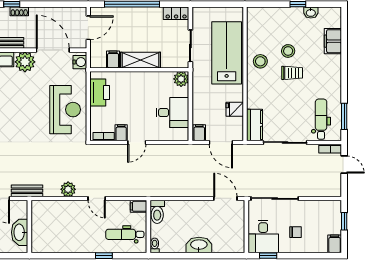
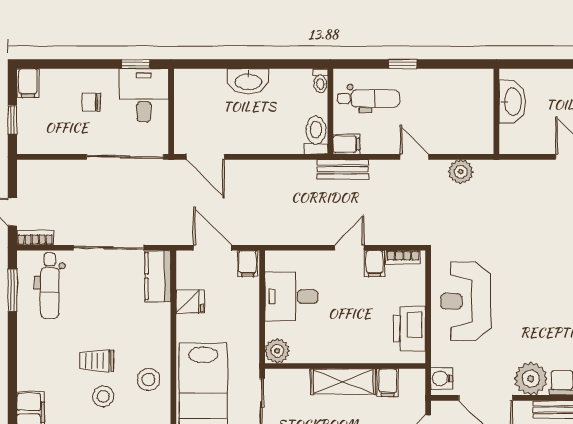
bench: (27, 191) -> (343, 169), moved
wall: (29, 226) -> (496, 111), moved
washbasin: (20, 232) -> (512, 102), moved

